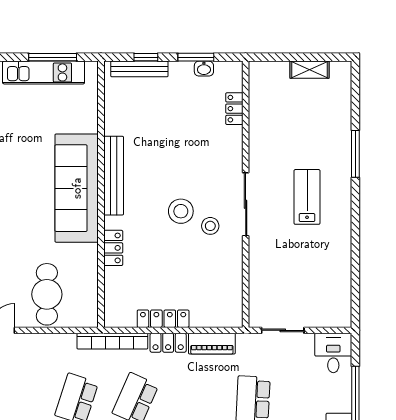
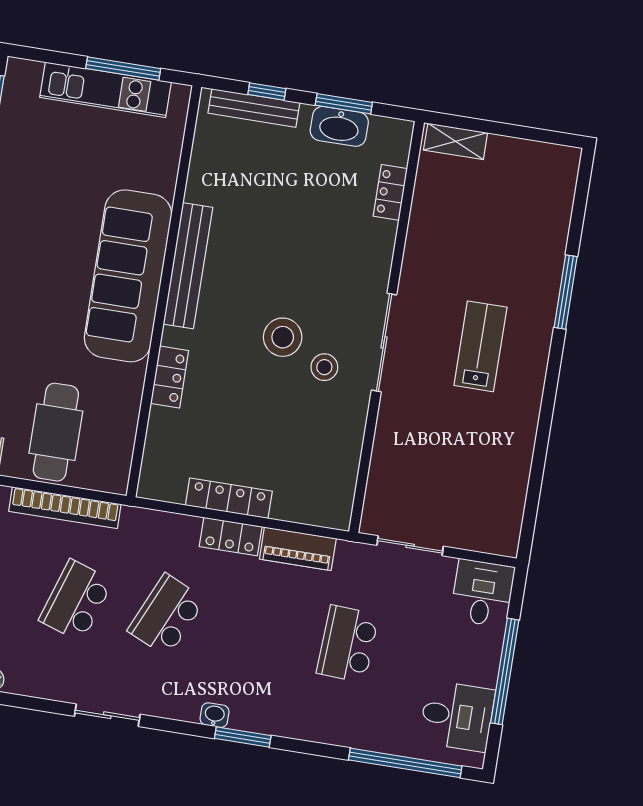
washbasin: (204, 69) -> (339, 126), width x1.91, depth x1.45
shelving: (309, 70) -> (456, 141), moved
bookcase: (112, 341) -> (65, 508), moved

